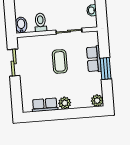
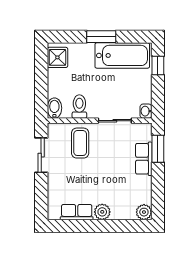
washbasin: (92, 10) -> (146, 111), moved
coffee table: (60, 61) -> (80, 143), moved
window: (106, 69) -> (158, 149), moved

